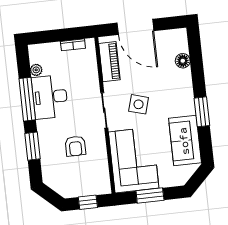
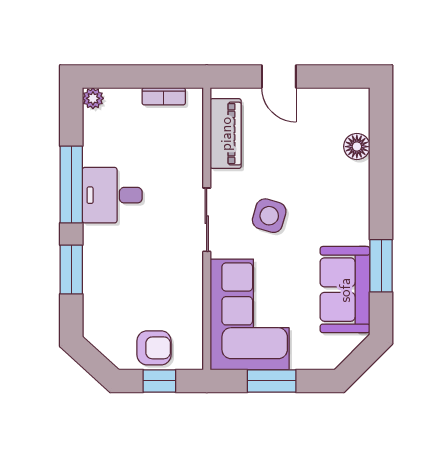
door: (135, 27) -> (279, 77), width x0.53
plant: (36, 70) -> (93, 98), moved
desk: (50, 97) -> (112, 195), width x0.73
window: (202, 112) -> (381, 266), moved
armchair: (75, 146) -> (154, 348), moved, turned -90

